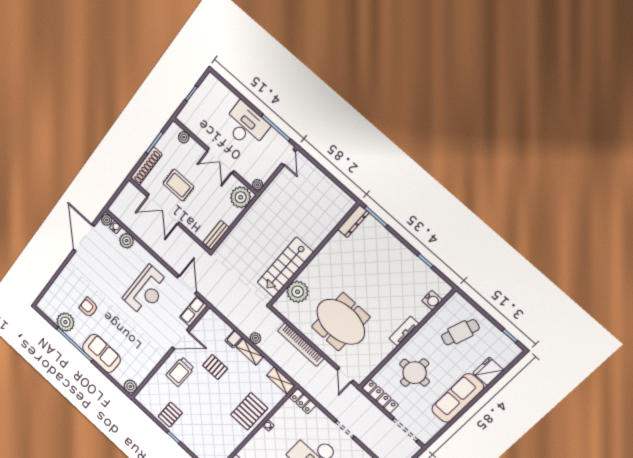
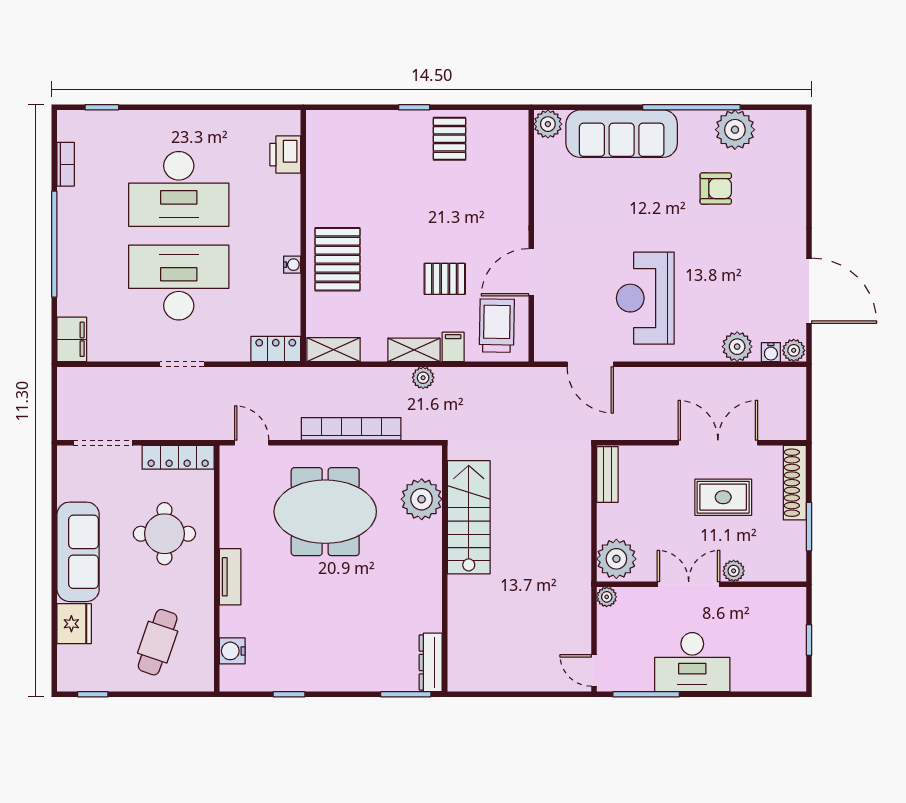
plant: (184, 137) -> (734, 571), moved
row of seats: (193, 311) -> (547, 333), removed
sofa: (101, 353) -> (622, 134), width x1.36
trolley: (180, 372) -> (497, 326), moved

